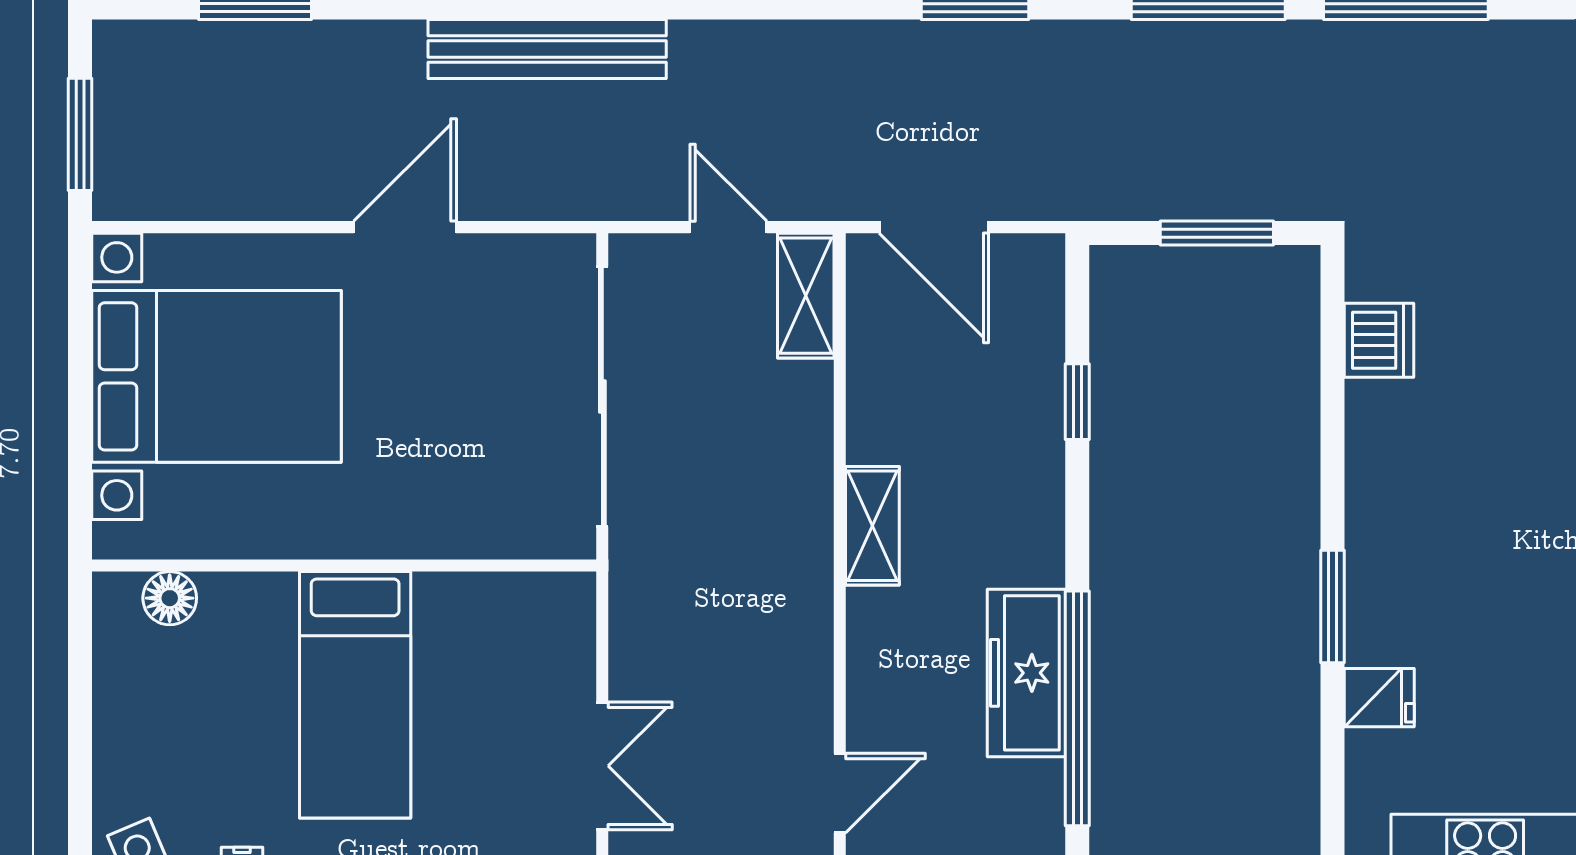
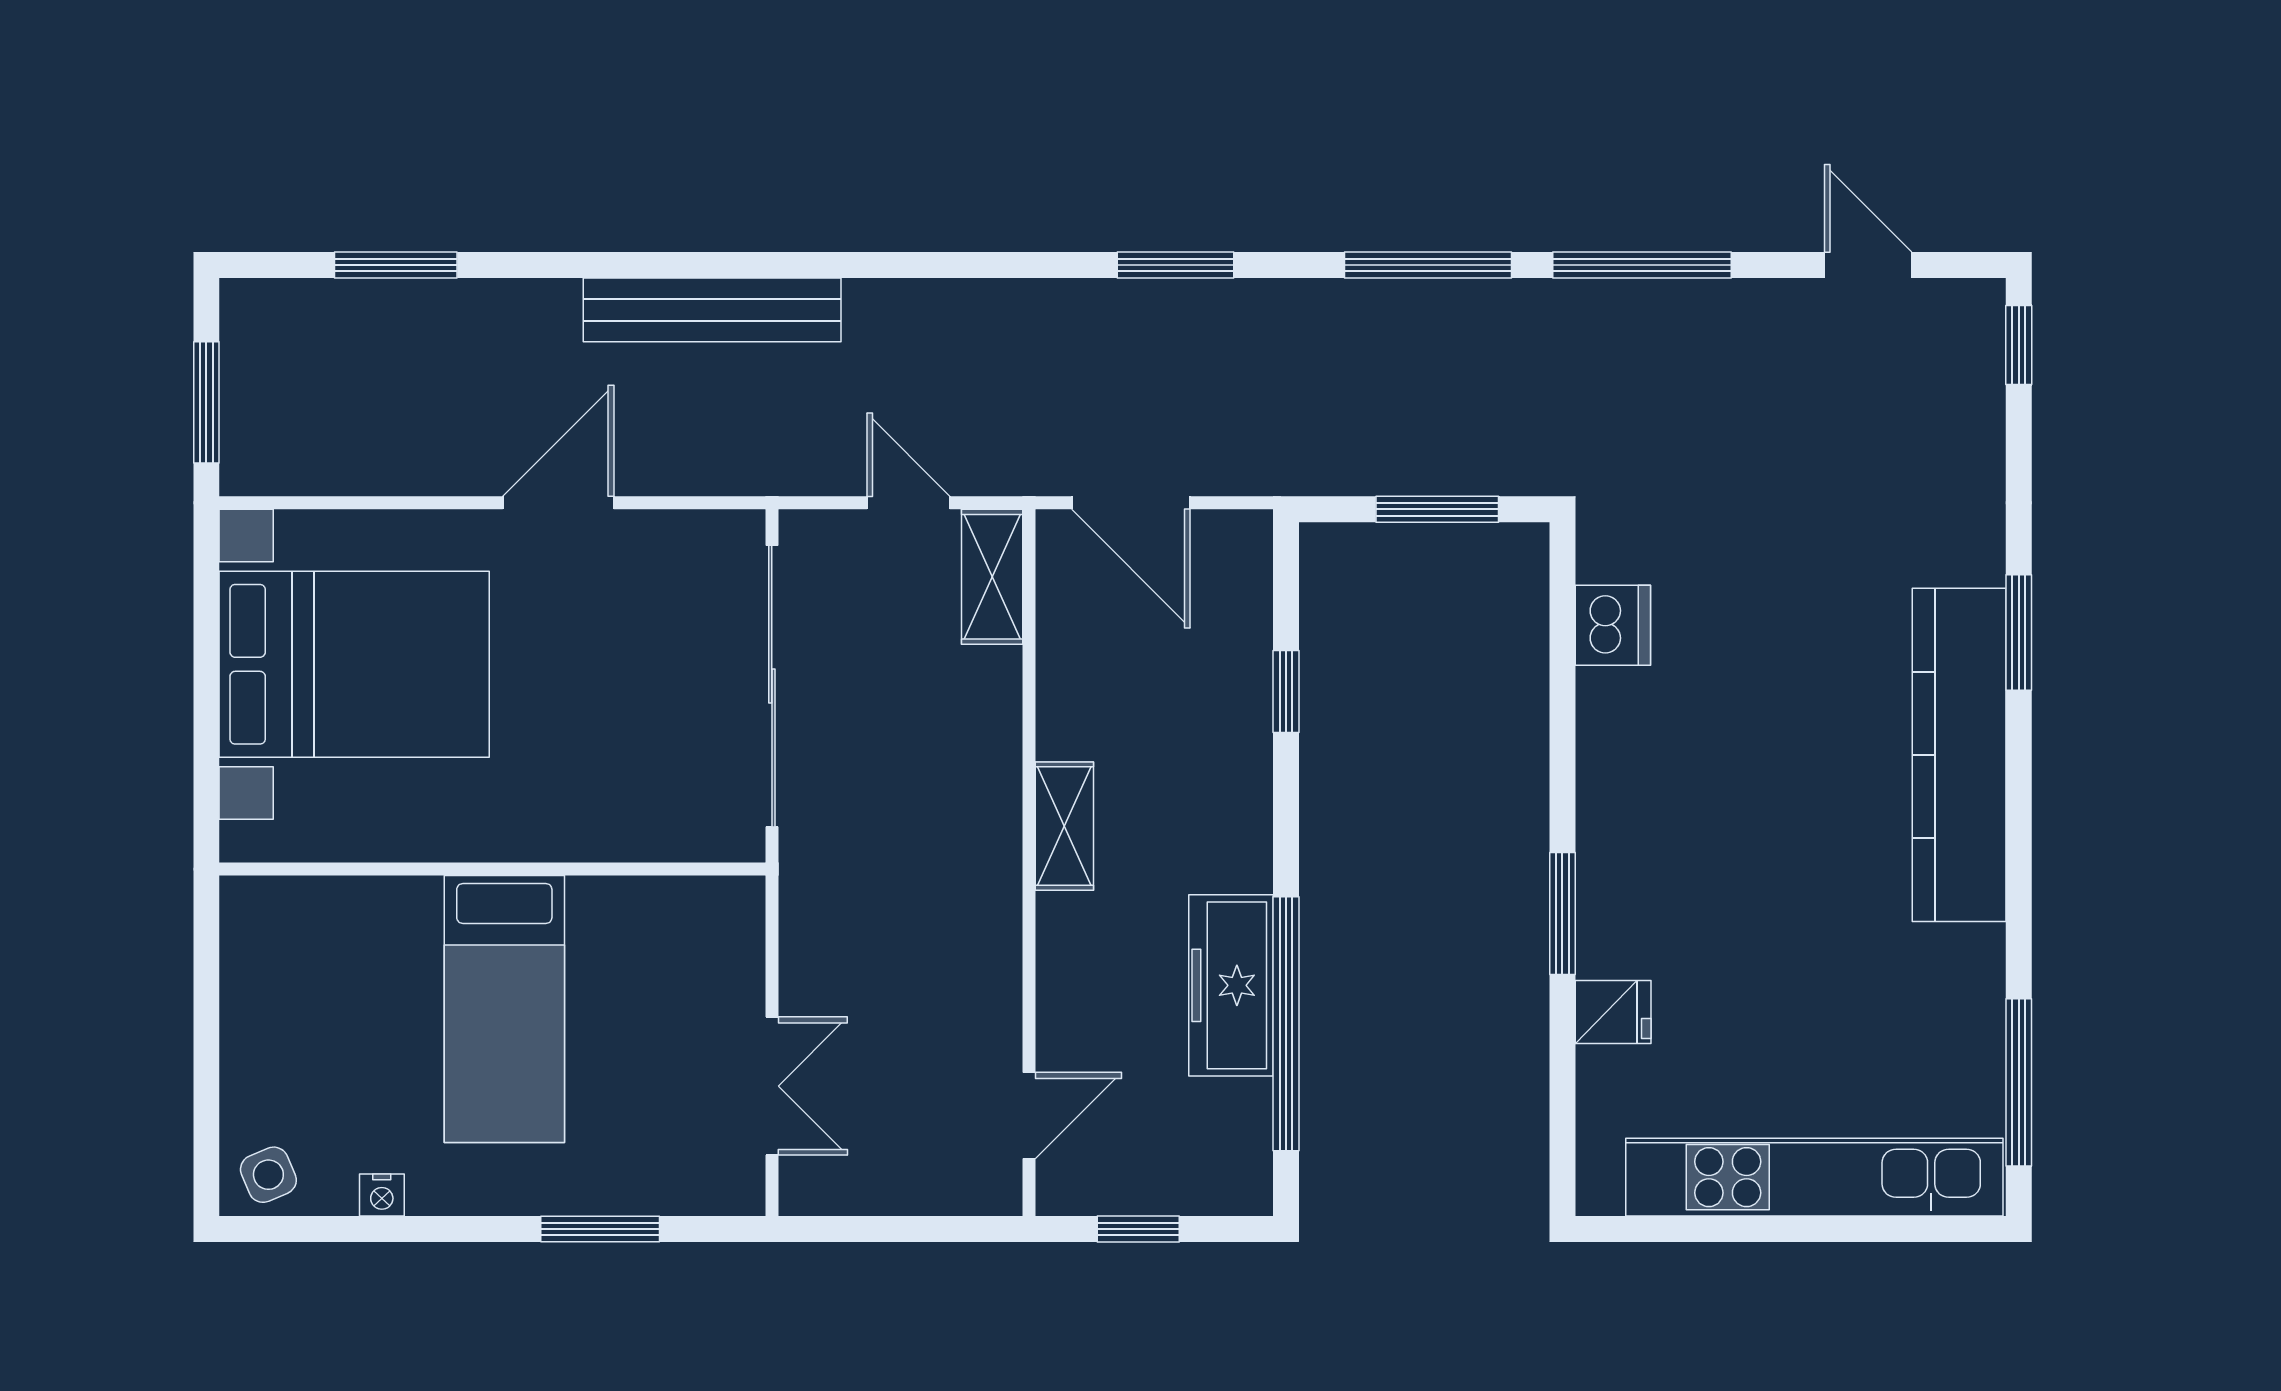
floor lamp: (170, 598) -> (304, 904), removed

